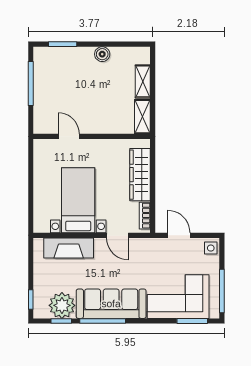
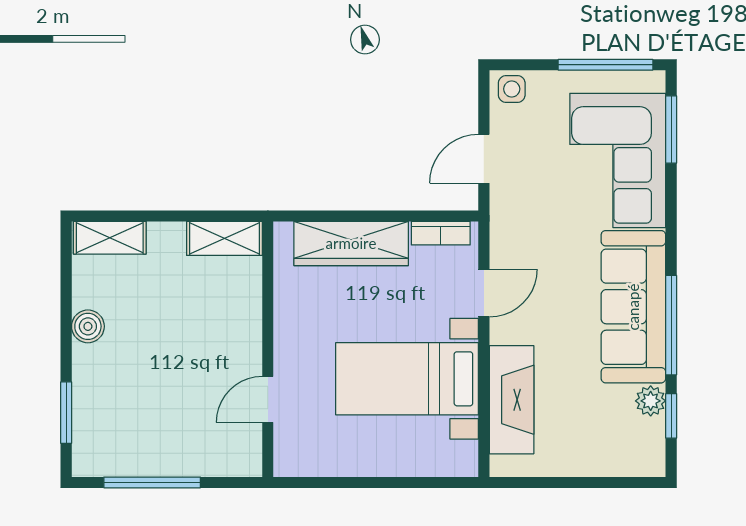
shelving: (143, 81) -> (110, 238), moved
window: (31, 300) -> (624, 482), removed
plant: (62, 305) -> (651, 401), width x0.53, depth x0.53

